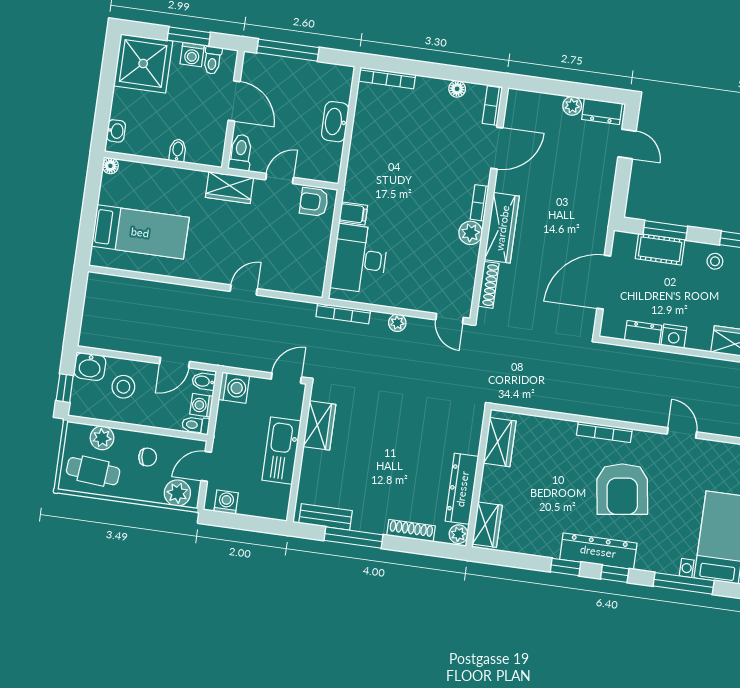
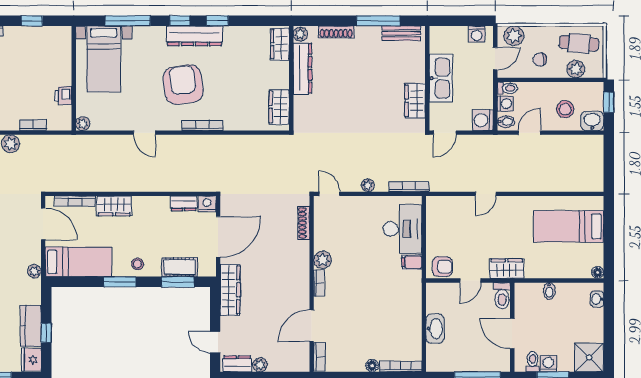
shower: (143, 64) -> (589, 357), width x0.73, depth x0.73
floor lamp: (457, 89) -> (372, 366), moved
wardrobe: (502, 228) -> (230, 290), moved, turned 180
nightstand: (674, 336) -> (207, 204), moved

